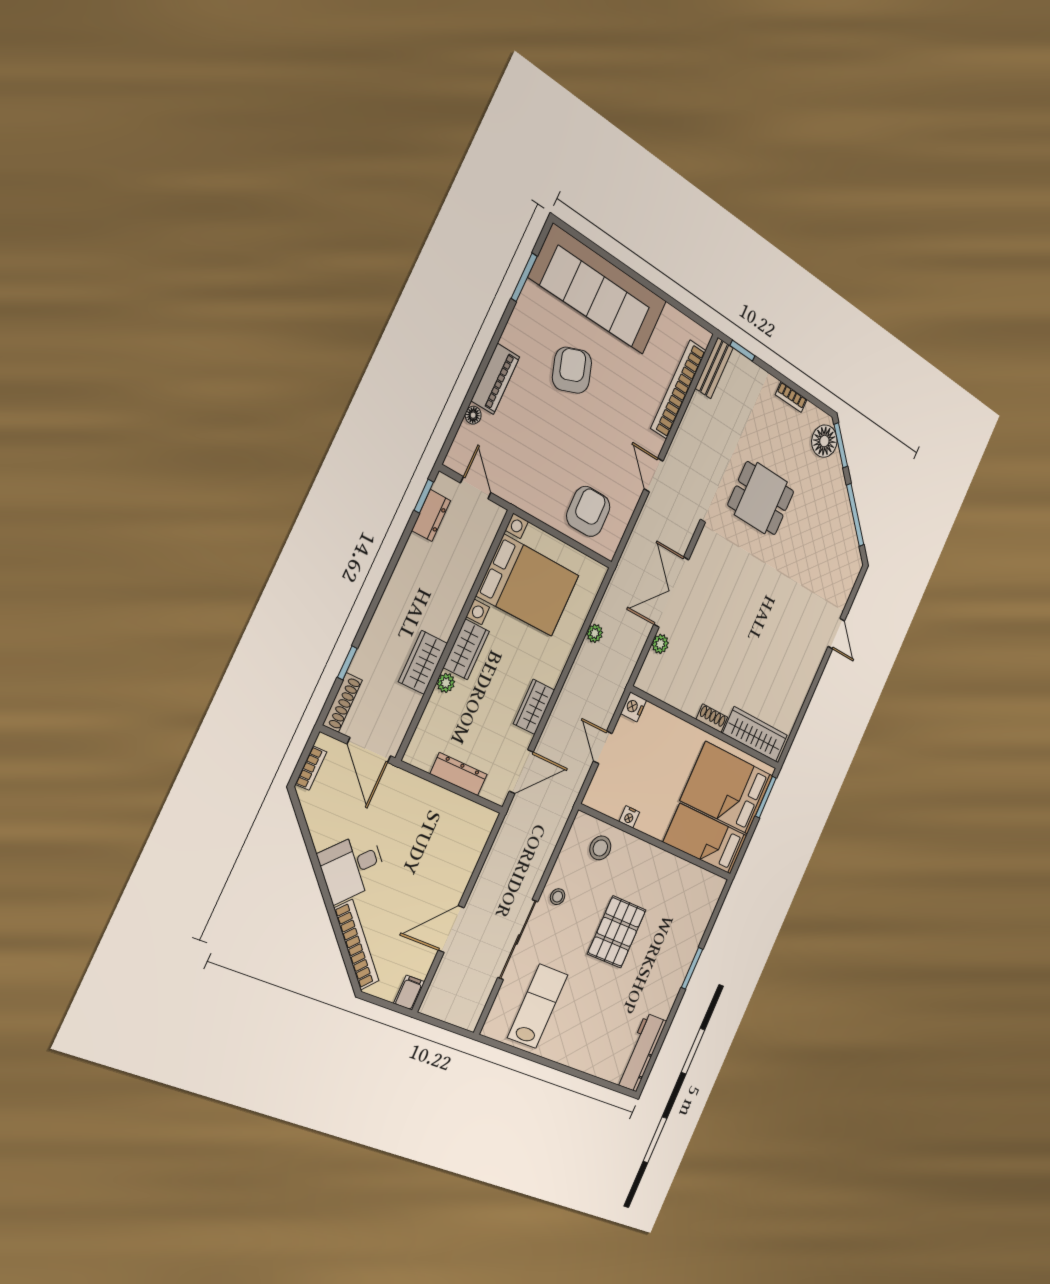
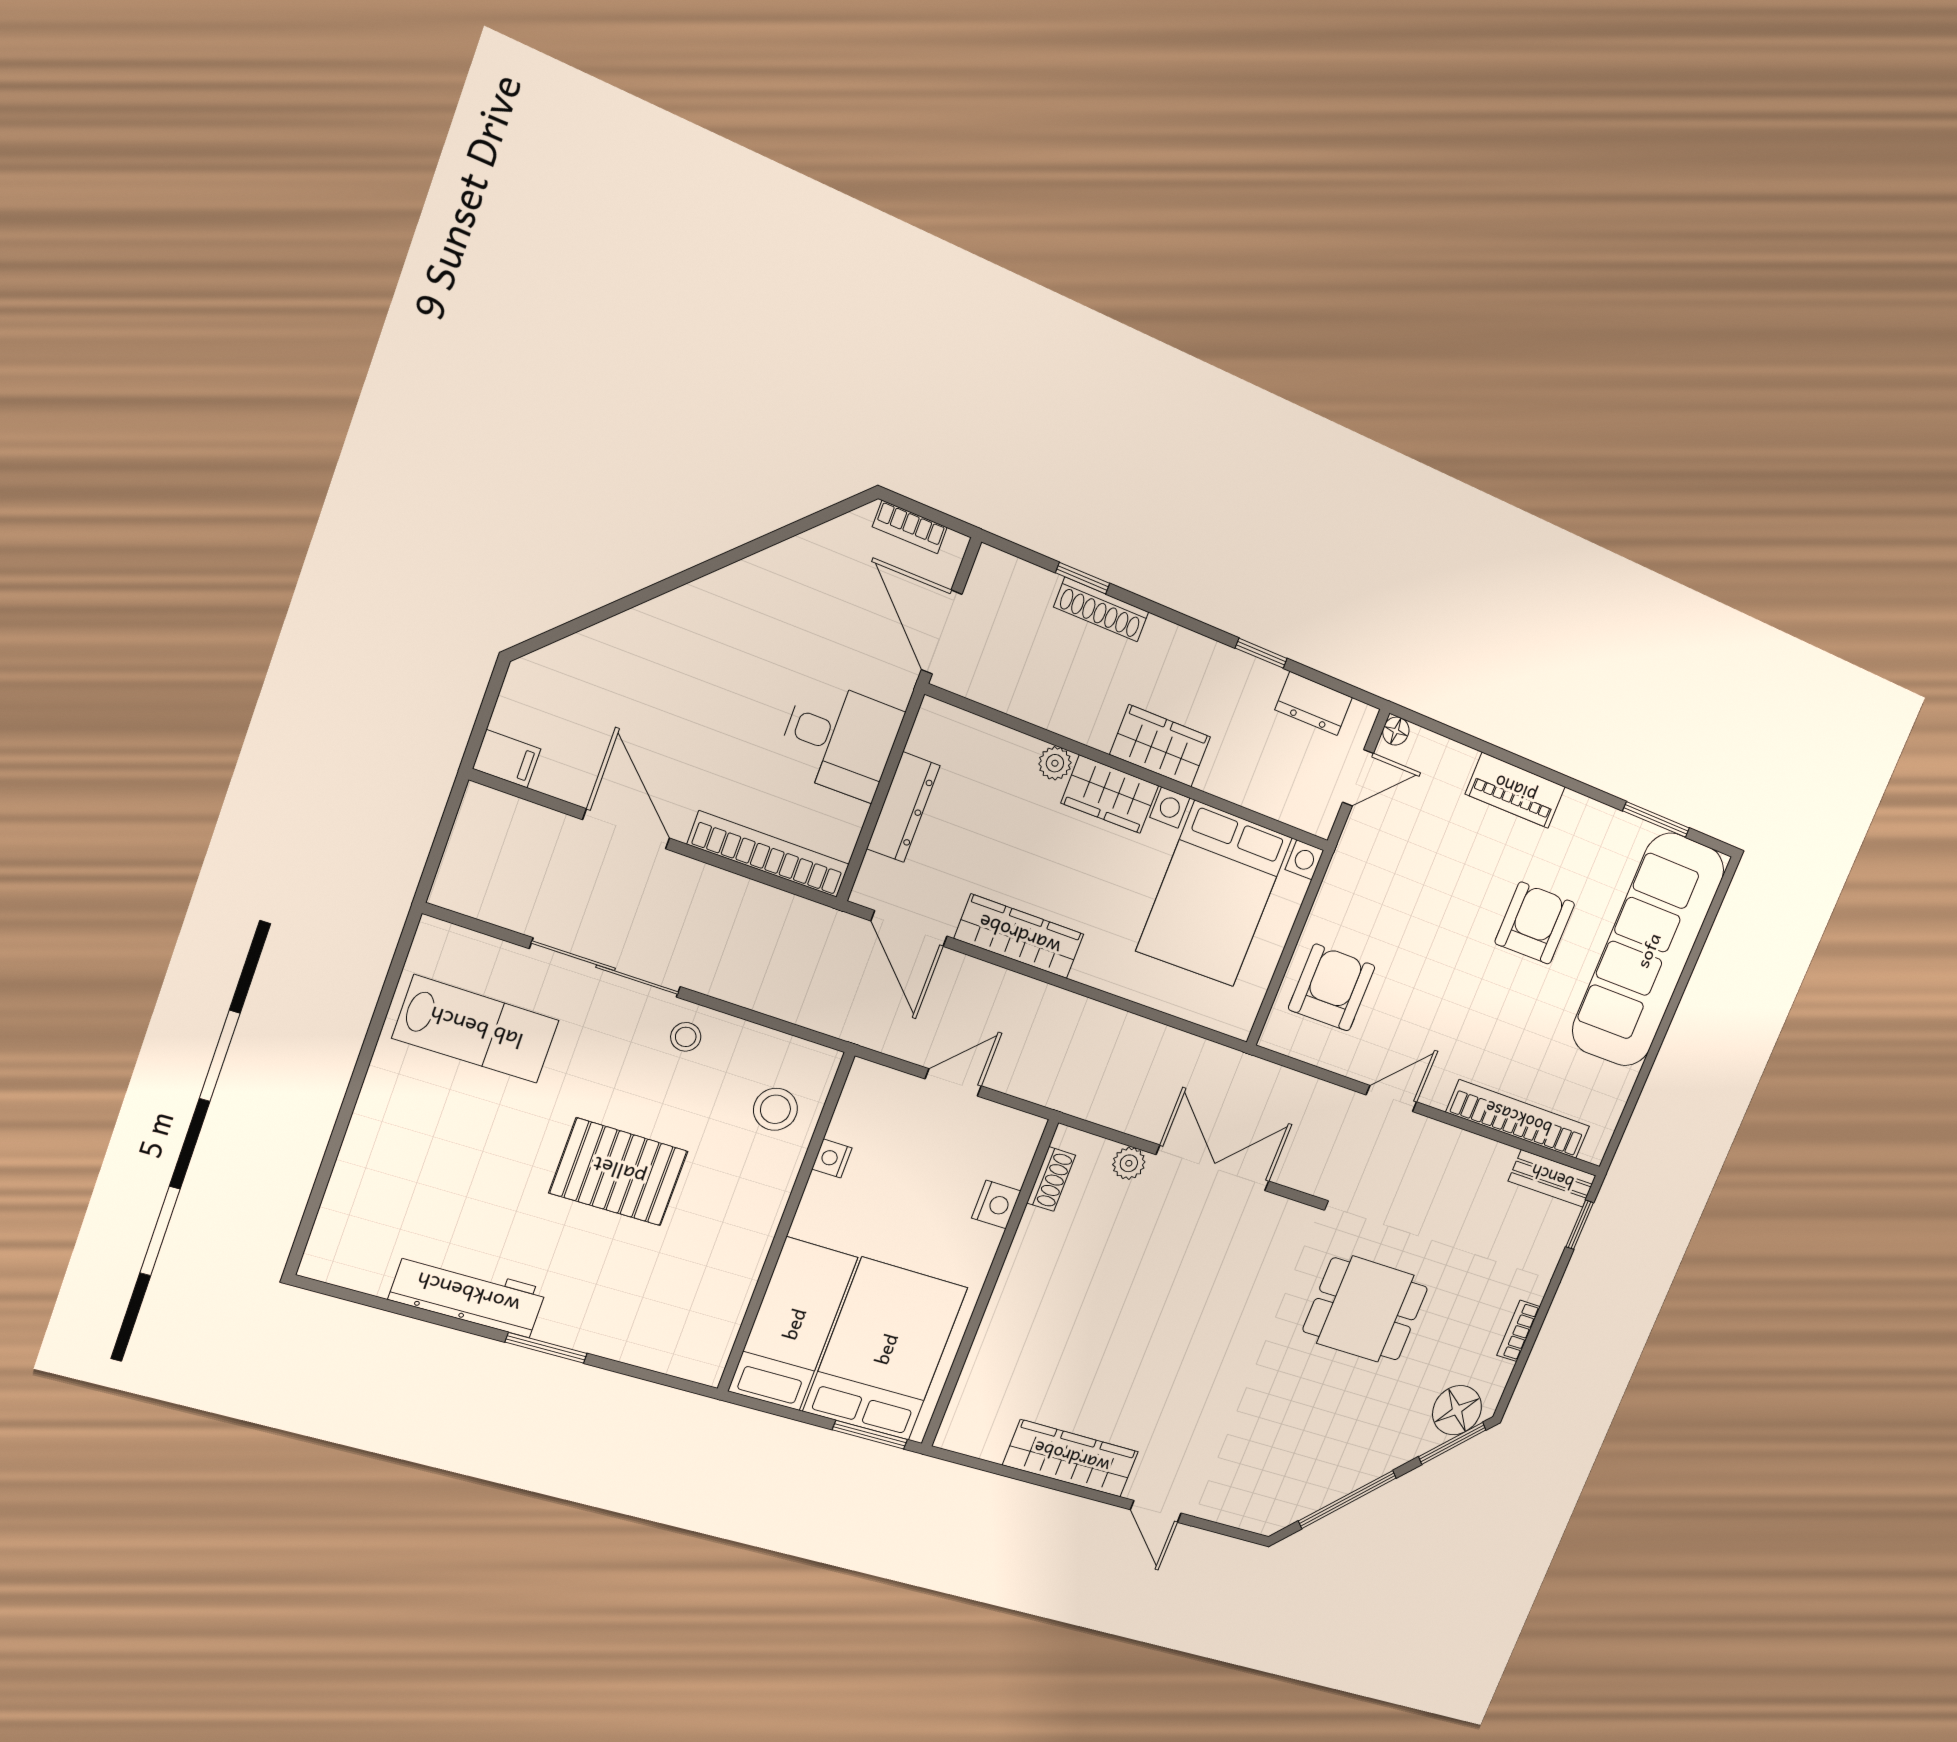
armchair: (572, 370) -> (1535, 923), turned -71
floor lamp: (473, 415) -> (1396, 731), moved
window: (424, 496) -> (1261, 653), moved
dining table: (761, 498) -> (1365, 1309), turned 90
armchair: (588, 511) -> (1332, 988), turned -90
plant: (595, 633) -> (1142, 1033), removed
door: (836, 634) -> (1156, 1511), hinge flipped
wardrobe: (423, 662) -> (1160, 746), moved
shoe rack: (342, 702) -> (1101, 609), moved
wardrobe: (534, 707) -> (1019, 936), width x1.50
nightstand: (634, 707) -> (996, 1204), moved, turned 90
shoe rack: (712, 718) -> (1051, 1179), moved
wardrobe: (755, 734) -> (1071, 1458), moved, turned -90
door: (369, 750) -> (942, 632), hinge flipped
desk: (352, 867) -> (840, 740), moved, turned 135
bookcase: (357, 945) -> (769, 854), moved, turned -135
workbench: (641, 1052) -> (468, 1294), moved

